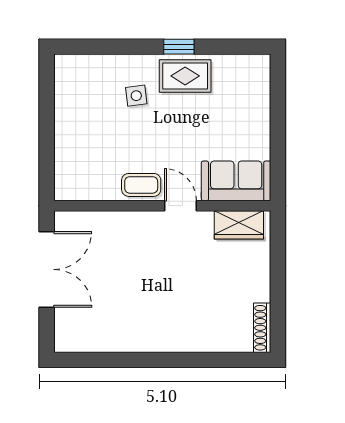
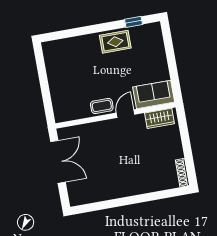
window: (179, 47) -> (134, 22), moved
side table: (136, 96) -> (90, 57), removed
door: (180, 206) -> (125, 114), hinge flipped

